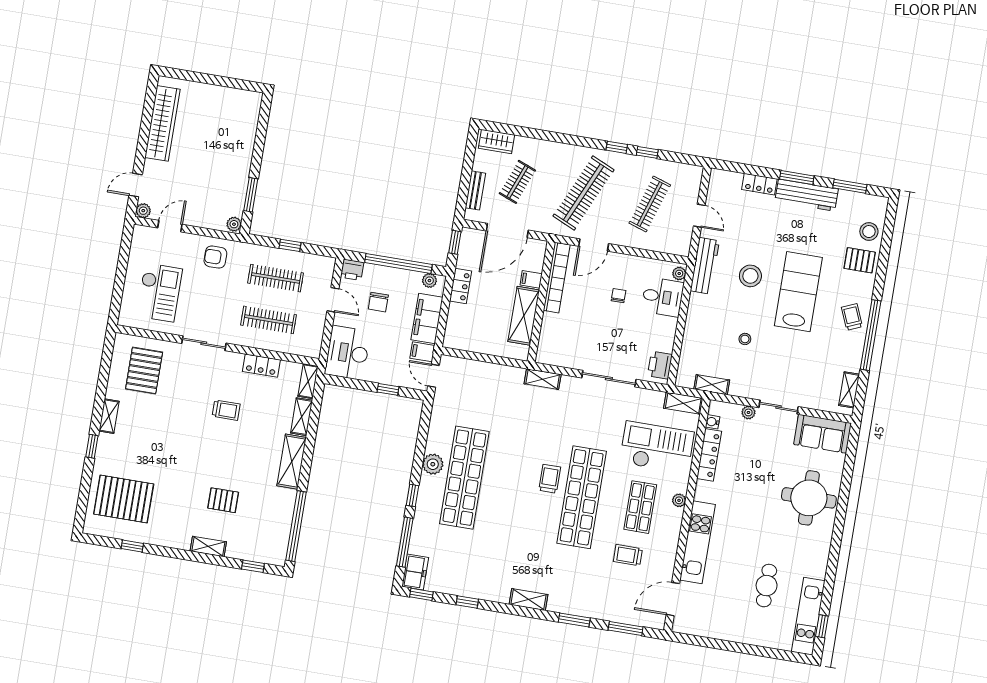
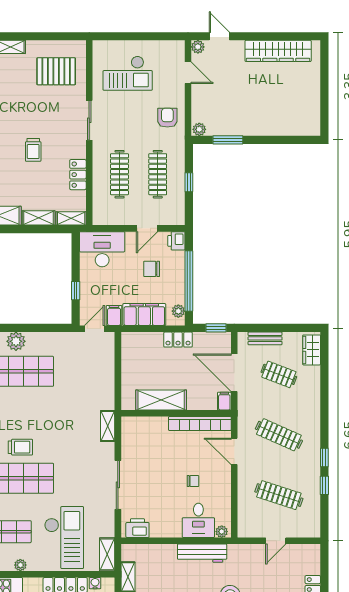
clothes rail: (584, 193) -> (279, 435), width x0.73, depth x0.76
workbench: (705, 266) -> (202, 553), moved
filing cabinet: (531, 279) -> (224, 401), moved

